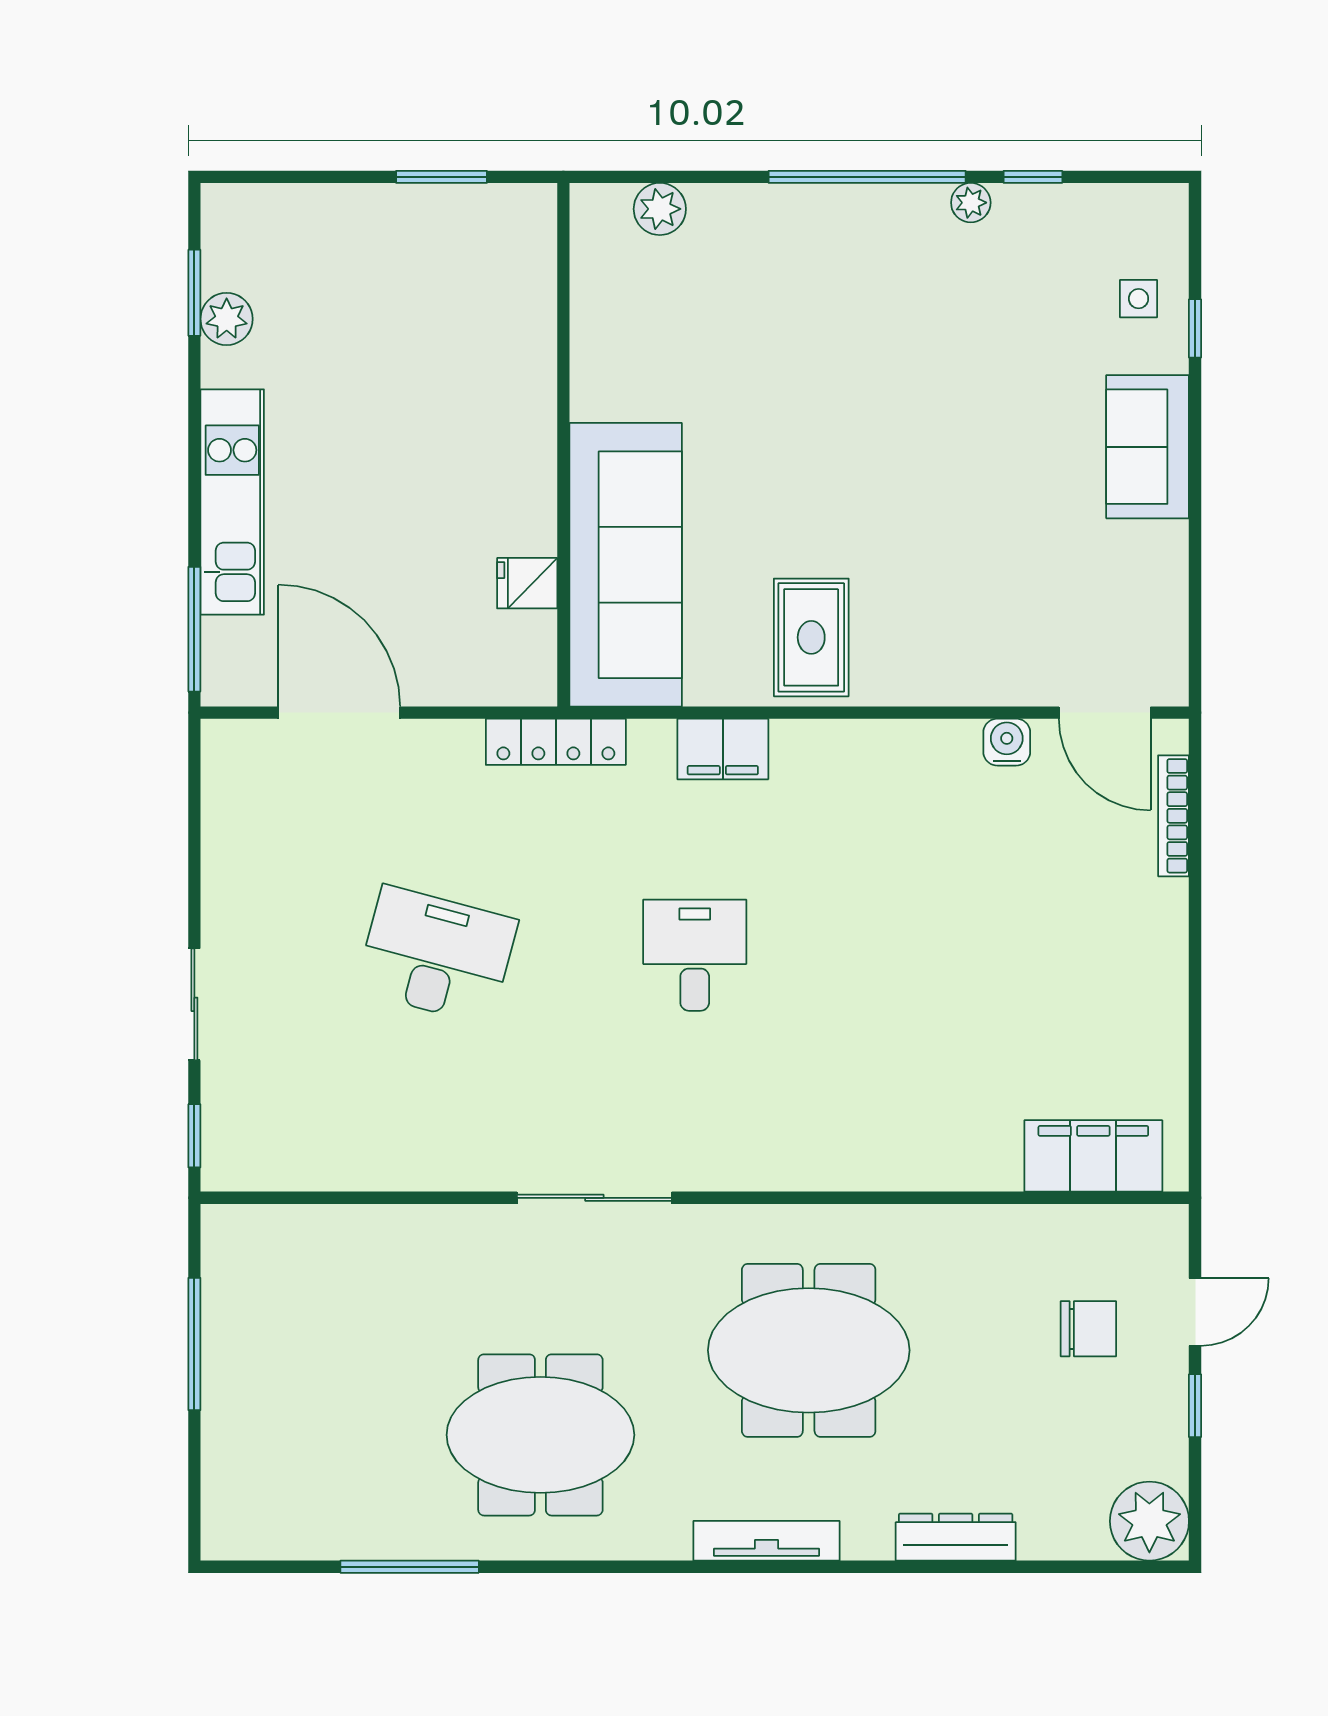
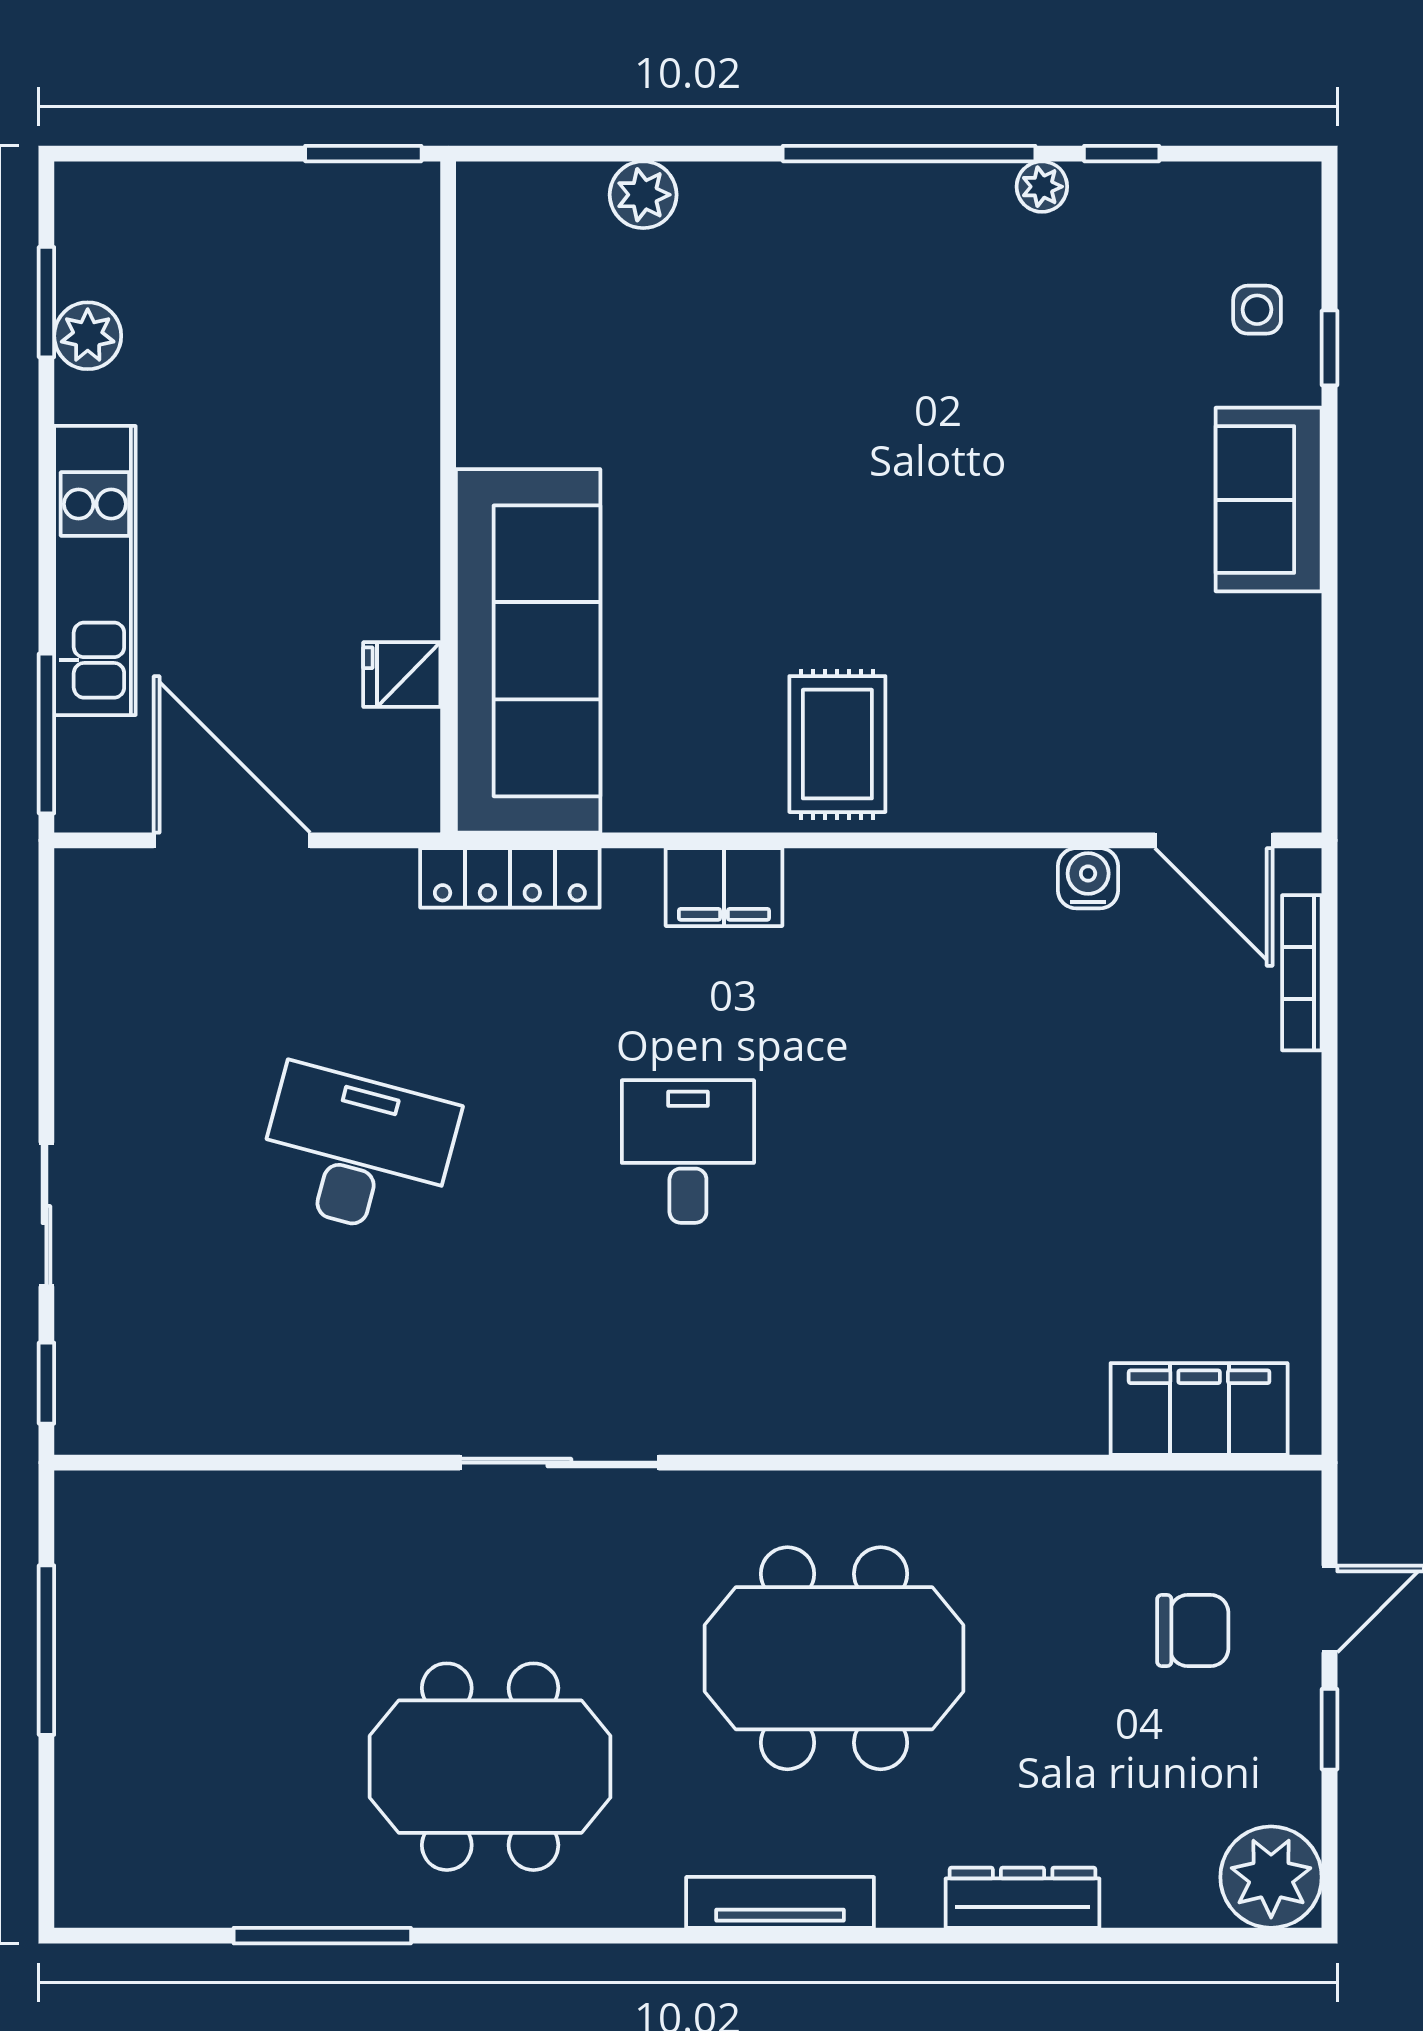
wall: (563, 445) -> (448, 497), moved
sofa: (626, 565) -> (528, 651), moved
fridge: (527, 583) -> (402, 675), moved

